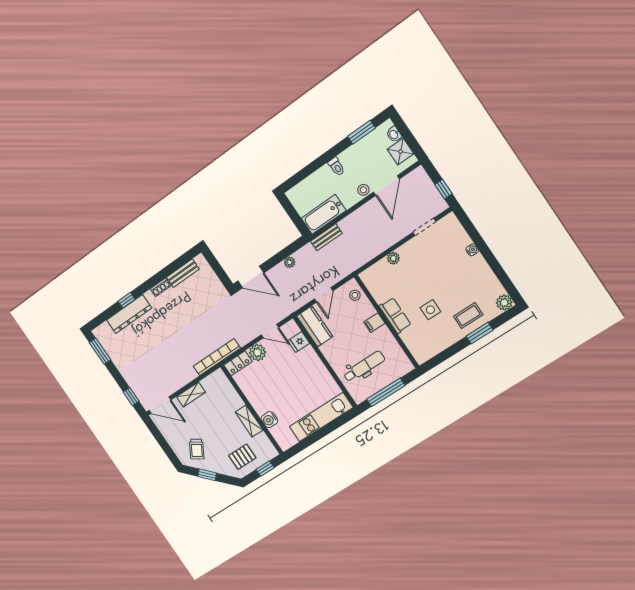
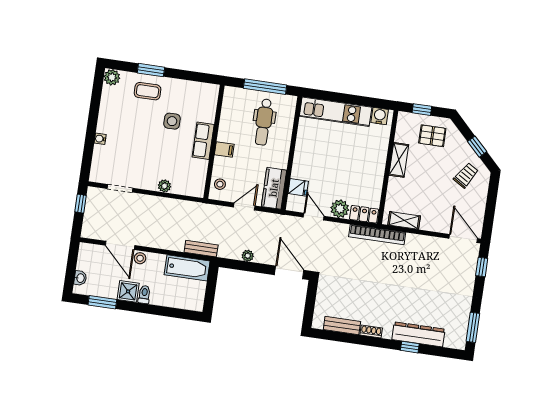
shower: (401, 152) -> (128, 291), moved
door: (386, 186) -> (120, 245), swing flipped
dental chair: (364, 367) -> (264, 122), turned -90
shelving: (191, 395) -> (404, 220), moved
water cooler: (269, 420) -> (380, 116), moved, turned -90

